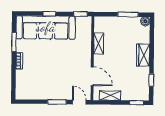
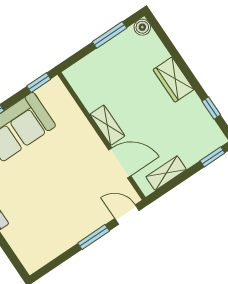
shelving: (99, 44) -> (107, 125), moved

